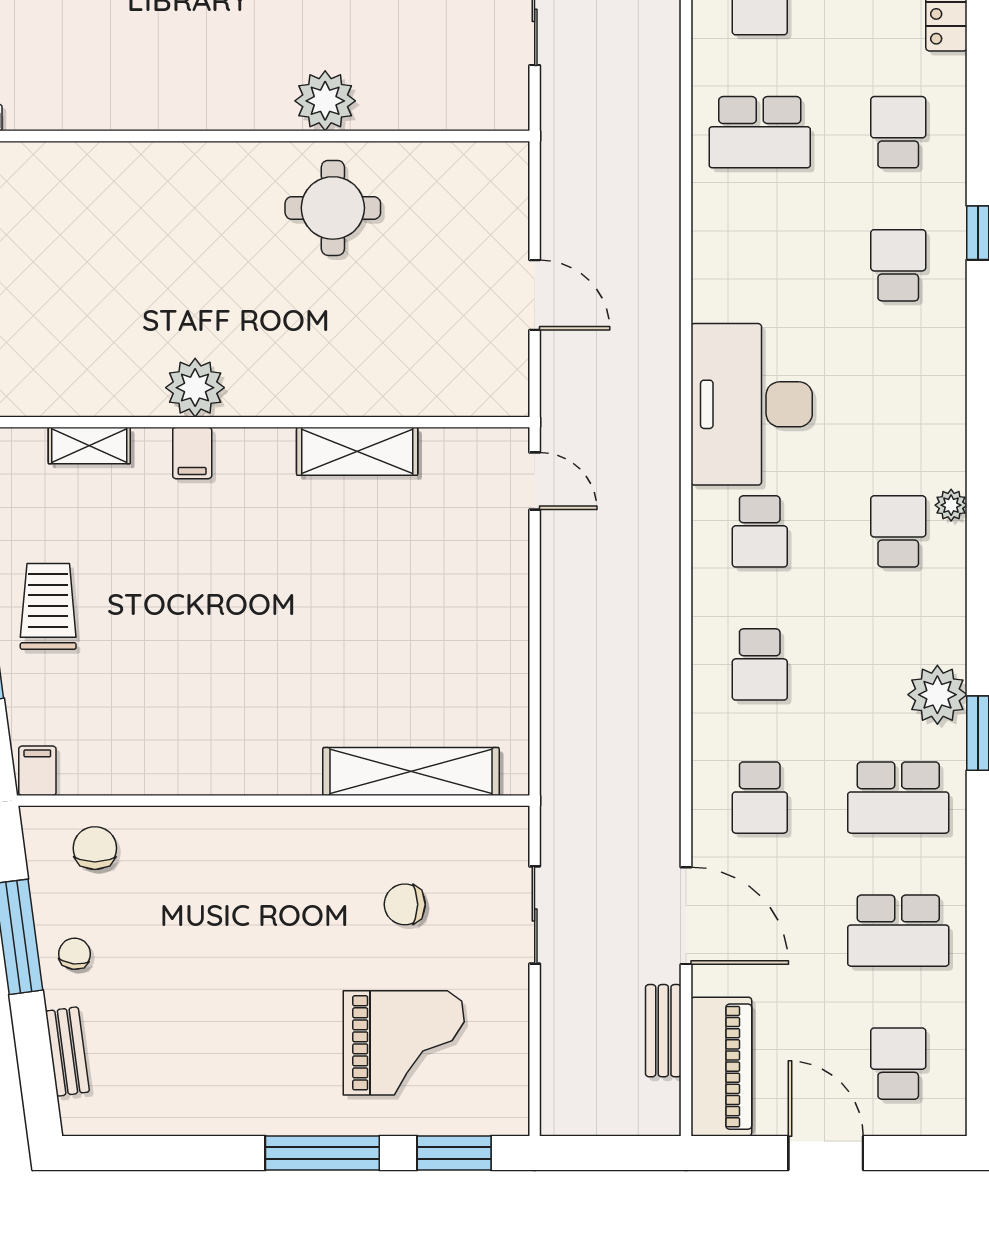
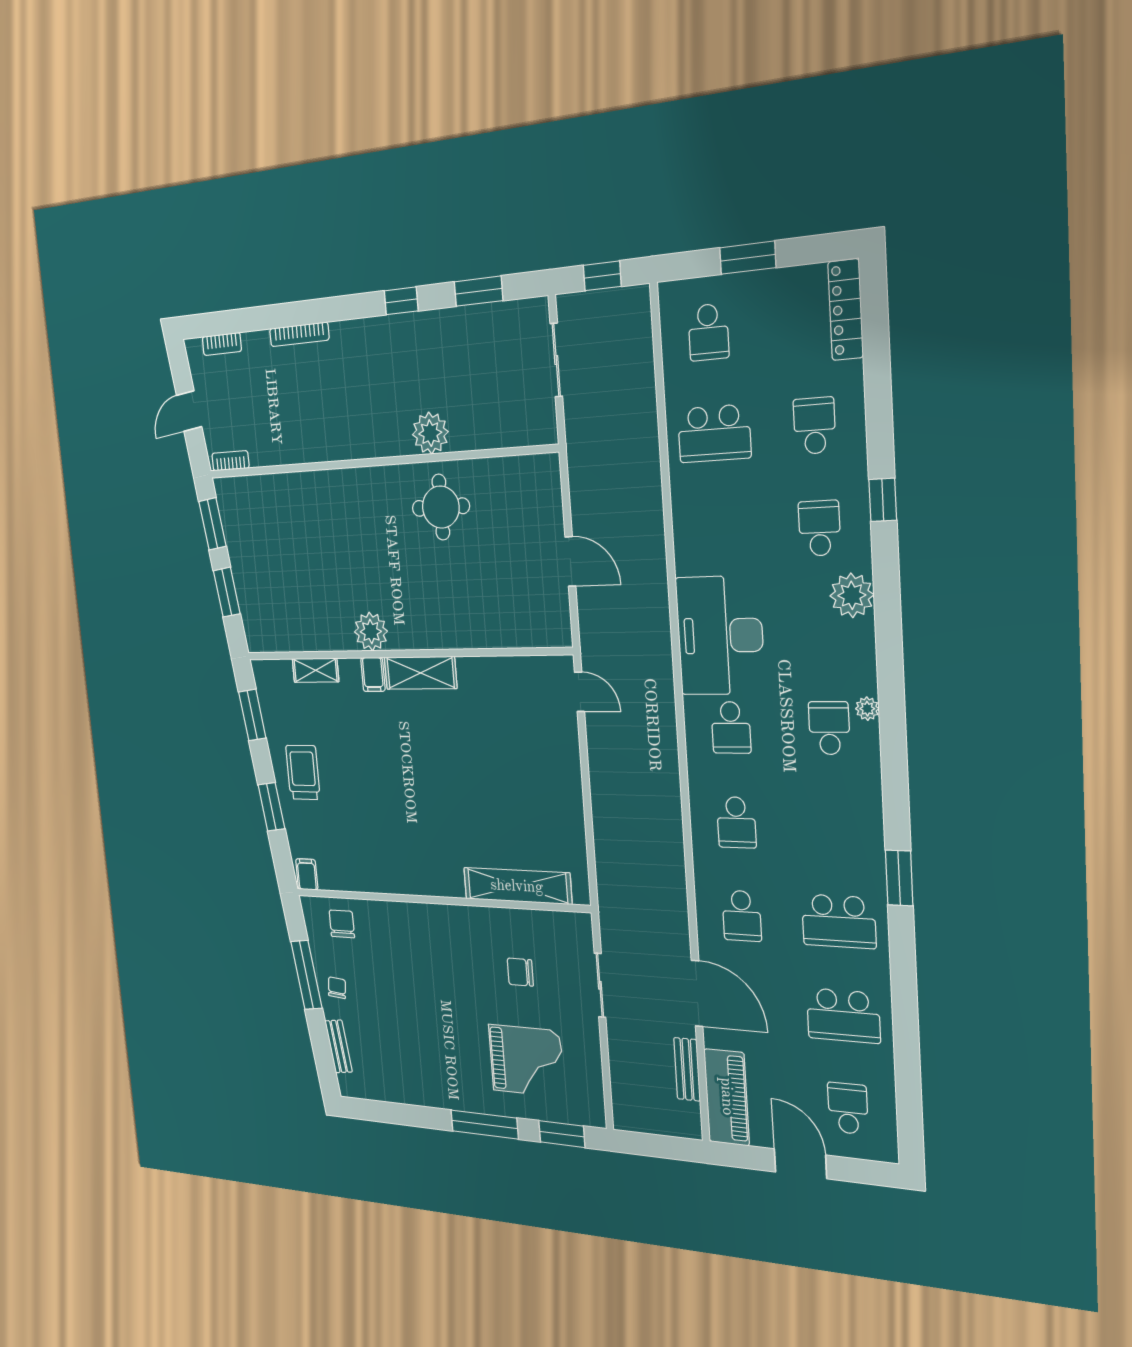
shelving: (357, 451) -> (420, 673), moved
plant: (937, 695) -> (852, 595), moved

